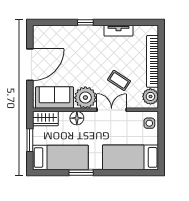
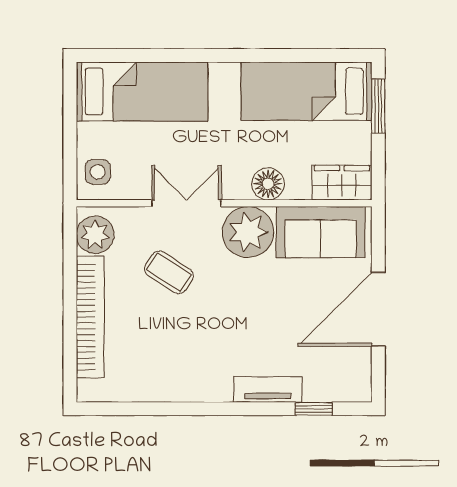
window: (85, 22) -> (314, 409), moved
tv unit: (119, 31) -> (268, 389), moved
double door: (112, 110) -> (186, 203), swing flipped
window: (30, 140) -> (378, 106), moved
window: (81, 173) -> (258, 56), removed

